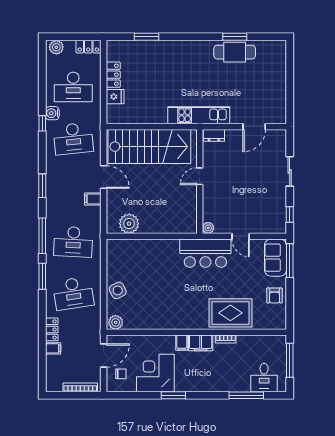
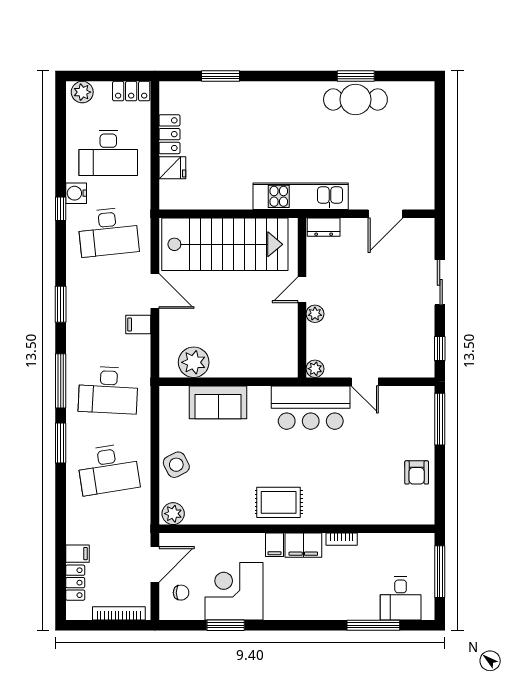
plant: (208, 192) -> (315, 314), added
sofa: (275, 258) -> (218, 402), moved, turned -90
rug: (230, 313) -> (279, 502), moved, width x0.73, depth x0.70
locker: (52, 329) -> (75, 583), moved
window: (173, 395) -> (226, 625), moved

